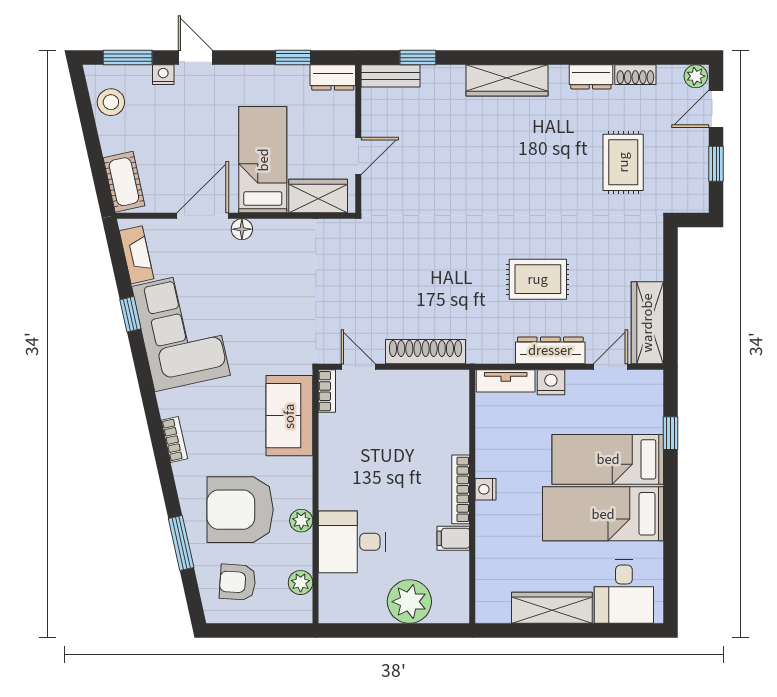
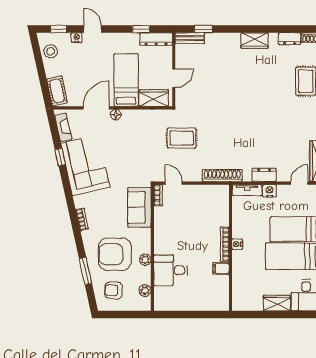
window: (128, 58) -> (59, 29), width x0.67
dresser: (333, 77) -> (156, 39), width x1.44
wardrobe: (507, 80) -> (255, 40), width x0.67
rug: (538, 279) -> (182, 138), moved
dresser: (550, 350) -> (264, 175), width x0.70
shoe rack: (426, 352) -> (222, 176), moved
plant: (409, 602) -> (199, 300), removed
wardrobe: (552, 608) -> (277, 303), width x0.67

